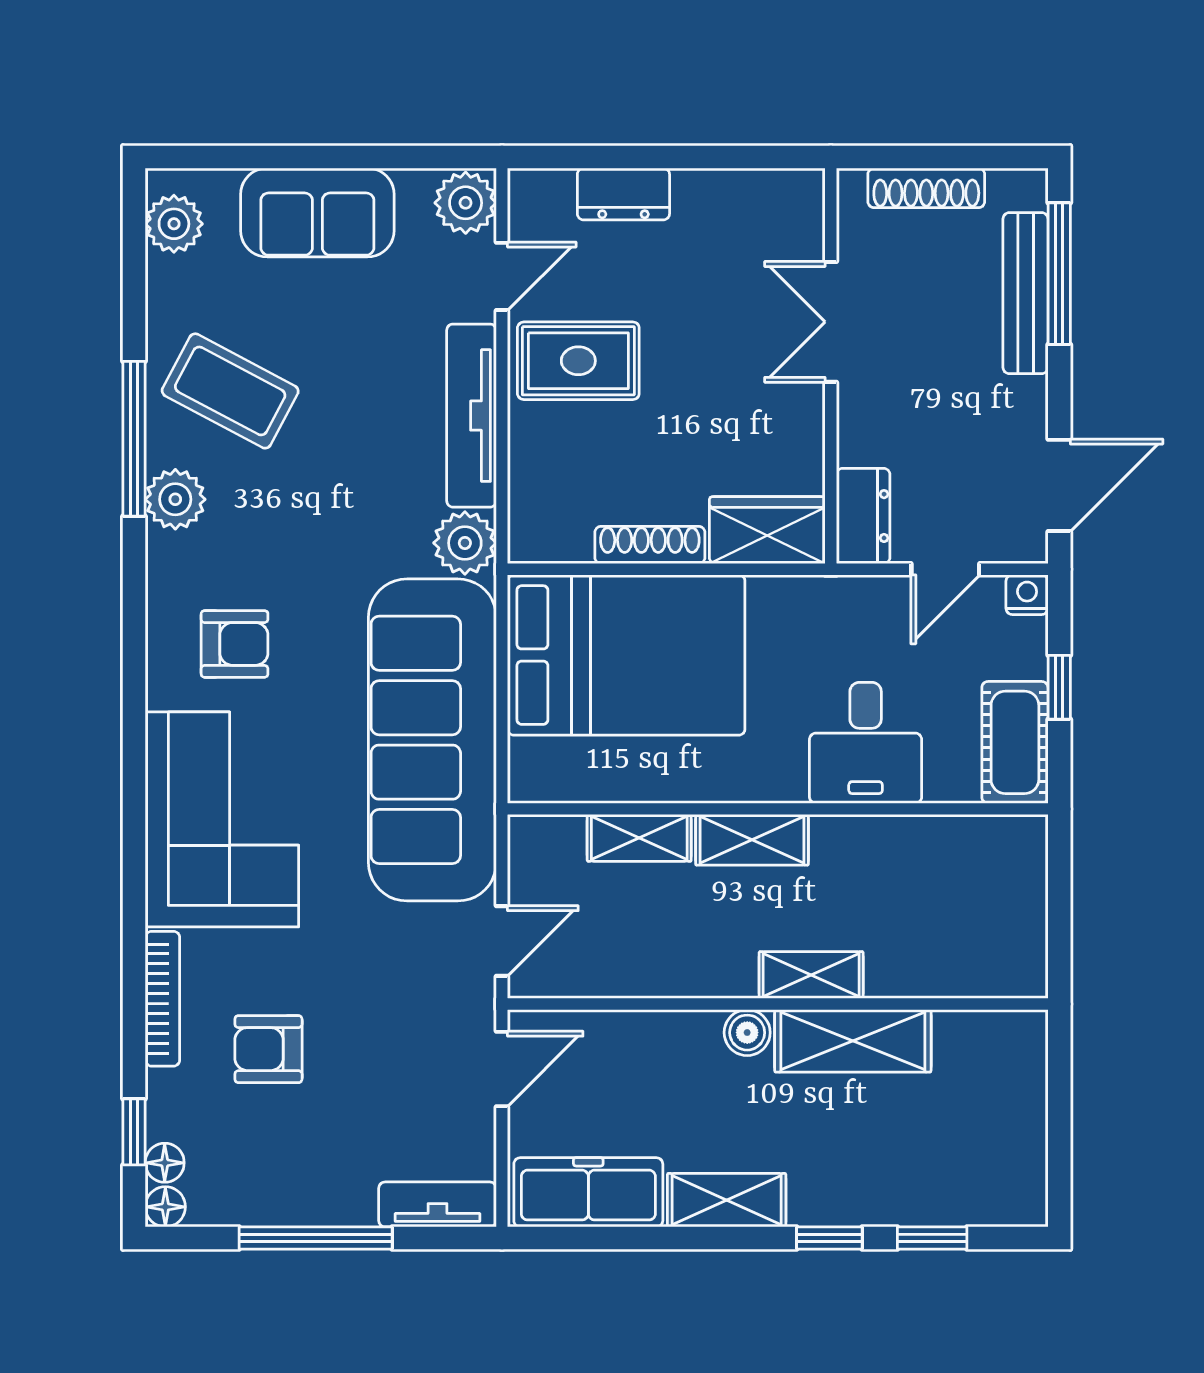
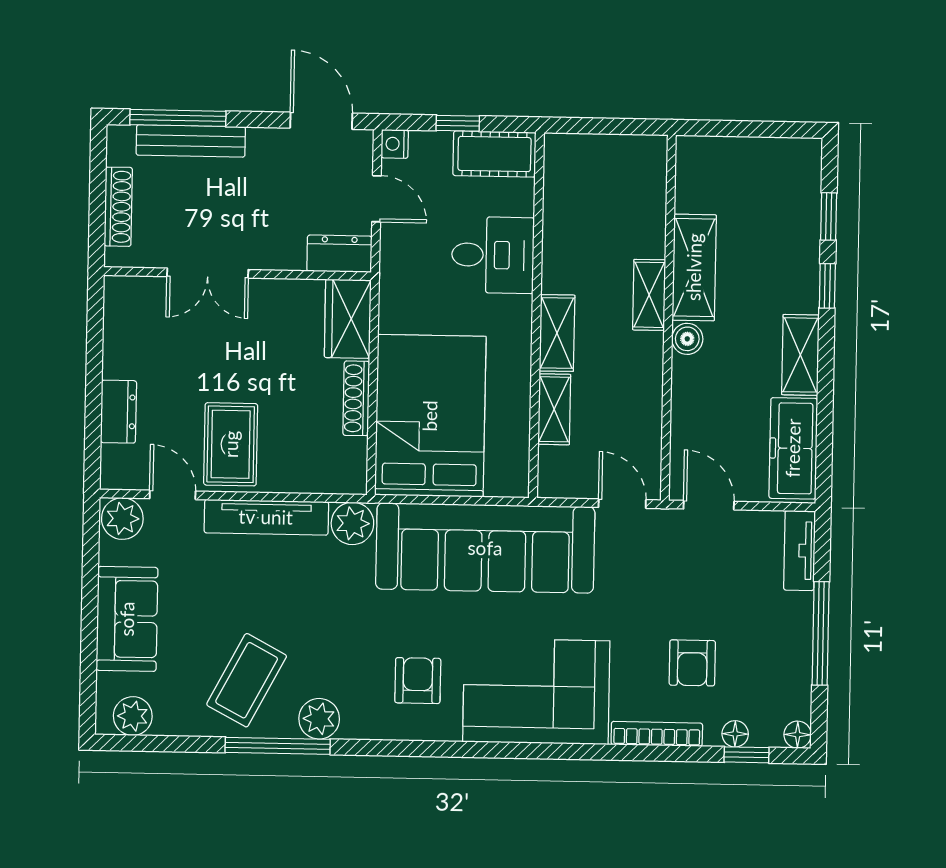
floor lamp: (165, 1163) -> (735, 734), moved

